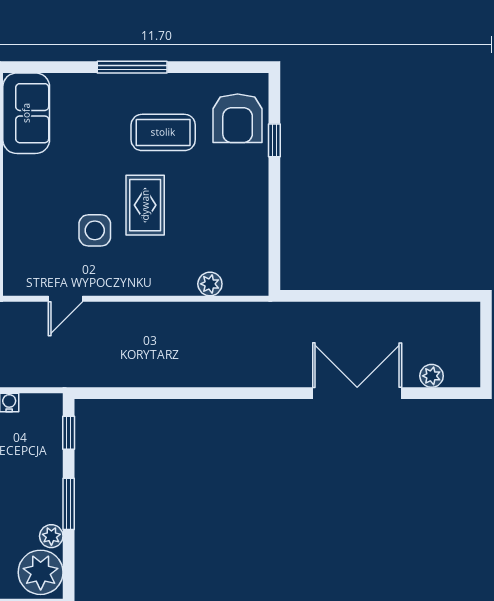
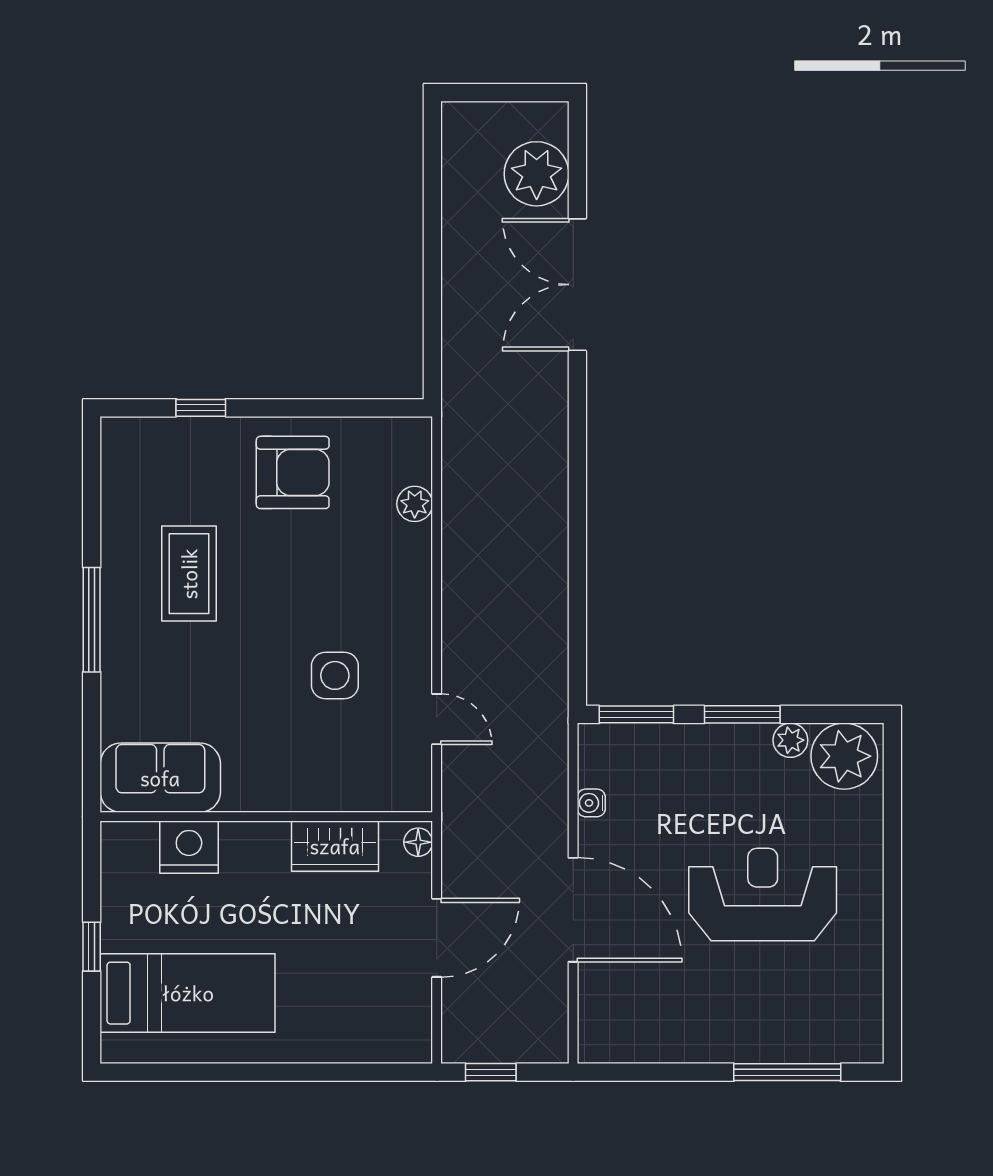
armchair: (238, 118) -> (293, 472), moved
rug: (145, 205) -> (297, 600), removed
plant: (432, 376) -> (537, 174), width x1.88, depth x1.88
window: (69, 433) -> (636, 714), width x1.50

